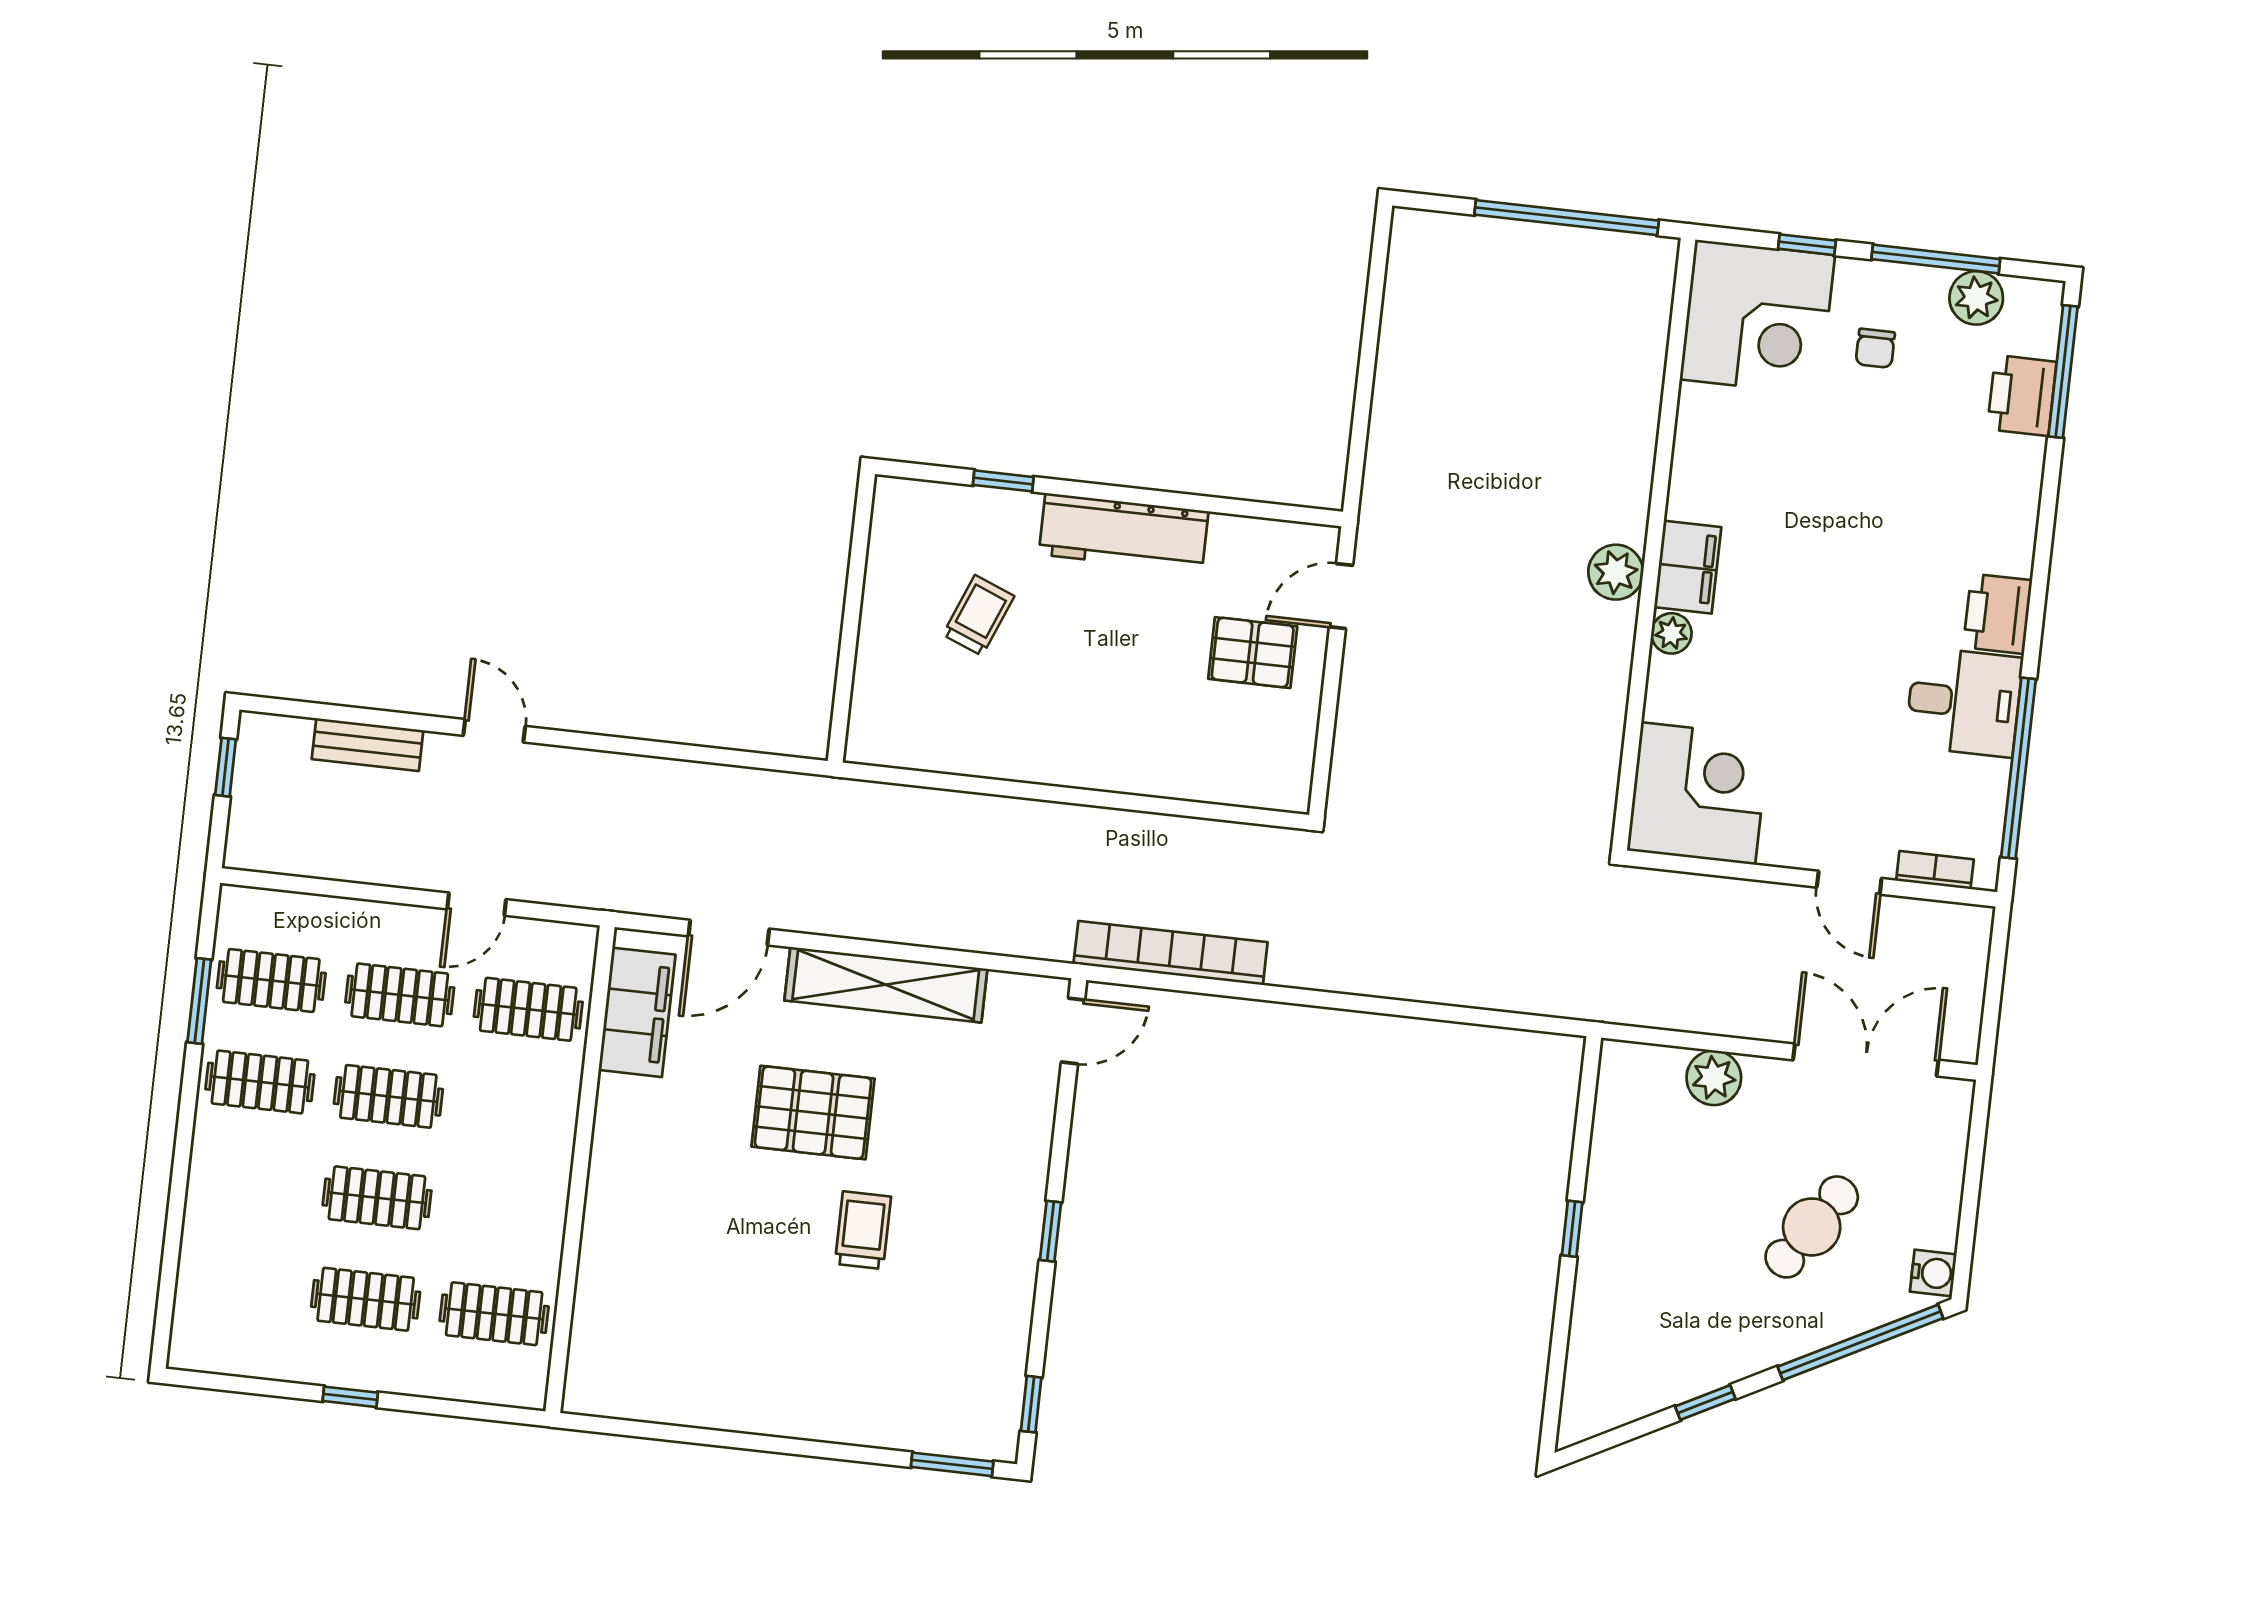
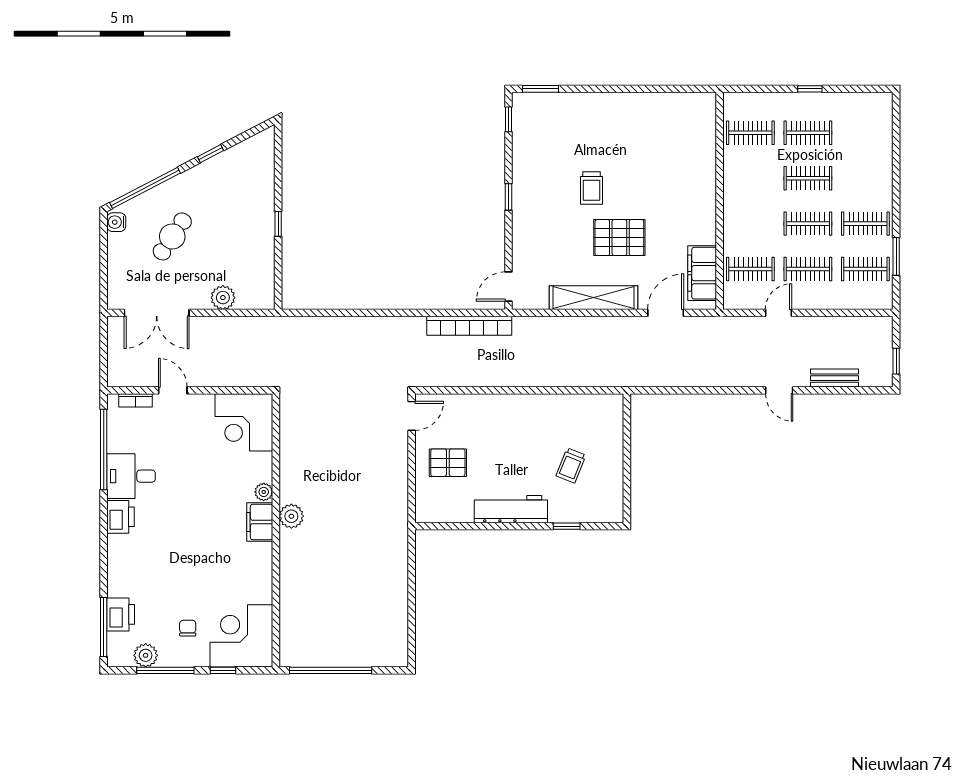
door: (1341, 596) -> (412, 416), moved

